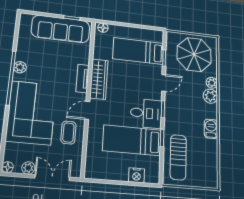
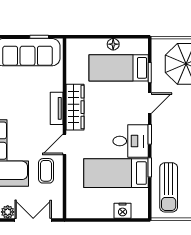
floor lamp: (103, 28) -> (113, 44), moved

